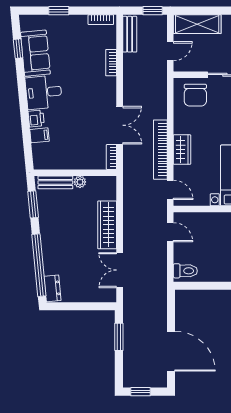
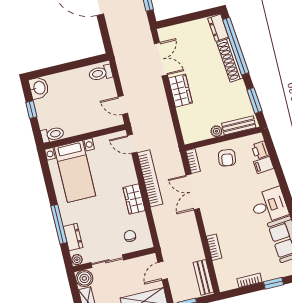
bookcase: (101, 20) -> (249, 280), moved
chair: (195, 95) -> (130, 236), width x0.54, depth x0.54
printer: (36, 118) -> (260, 150), moved
wardrobe: (182, 150) -> (134, 199), moved
armchair: (76, 152) -> (227, 158), added
wardrobe: (107, 225) -> (180, 91), width x0.67
shoe rack: (49, 252) -> (230, 60), added

